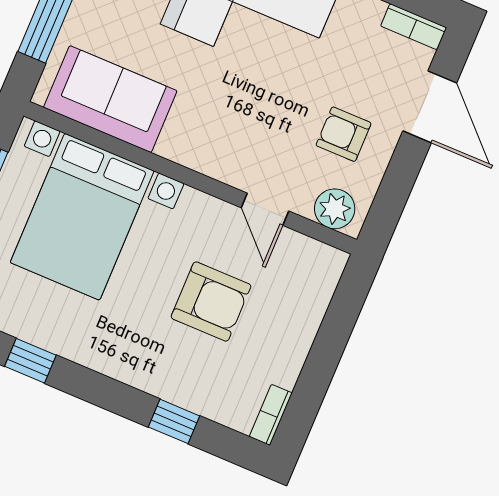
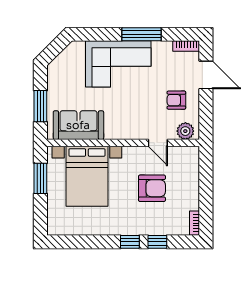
window: (30, 361) -> (130, 242), moved

